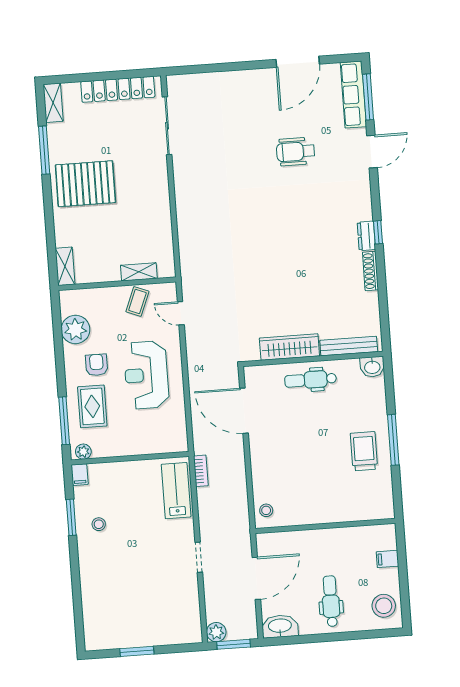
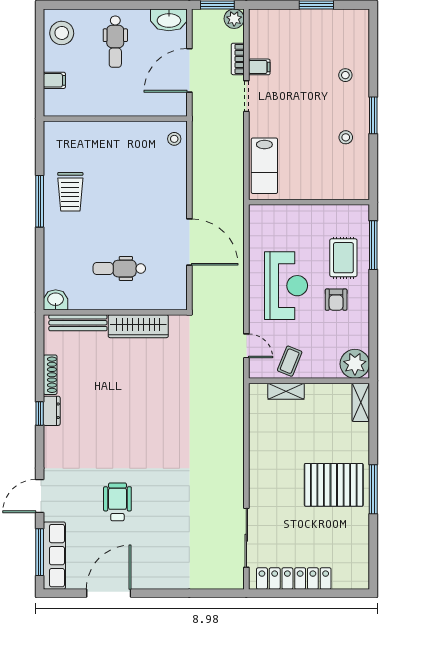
shelving: (53, 103) -> (361, 570), removed
window: (44, 150) -> (373, 489), moved
wheelchair: (296, 152) -> (117, 502), turned -90
plant: (75, 329) -> (355, 364), moved
bench: (349, 346) -> (78, 323), moved
wardrobe: (289, 347) -> (138, 326), moved
wall: (313, 359) -> (115, 312), moved
washbasin: (372, 367) -> (56, 300), moved
dental chair: (311, 380) -> (119, 269), turned 180
plant: (83, 452) -> (356, 212), removed
bookcase: (201, 471) -> (238, 59), moved
filing cabinet: (80, 475) -> (259, 67), moved, turned 90
window: (71, 517) -> (373, 115), moved
stool: (103, 585) -> (345, 75), added

